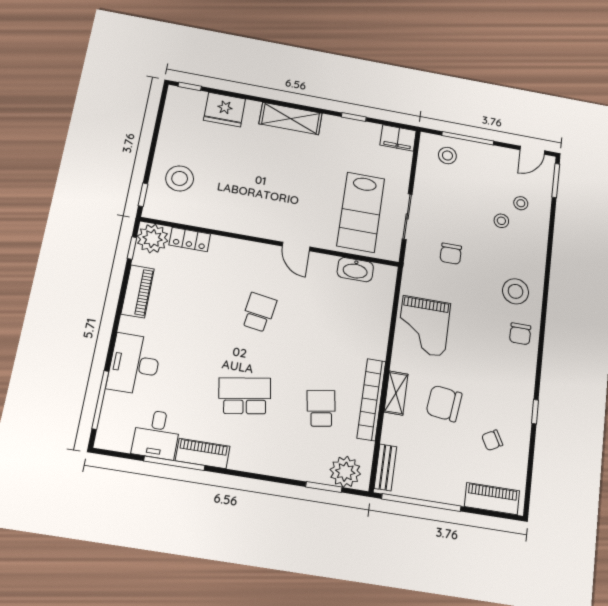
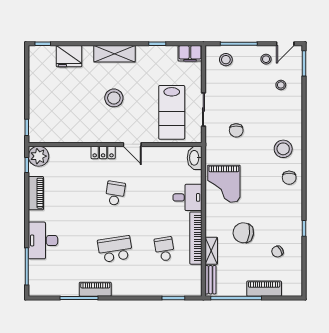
stool: (180, 178) -> (114, 98), moved
stool: (501, 221) -> (266, 59), moved
locker: (190, 239) -> (103, 152), moved
washbasin: (355, 270) -> (195, 158), moved, turned 90
shelving: (396, 393) -> (211, 251), moved
desk: (156, 434) -> (187, 197), moved, turned -90
plant: (345, 472) -> (186, 286), removed
piano: (492, 499) -> (264, 289), moved

